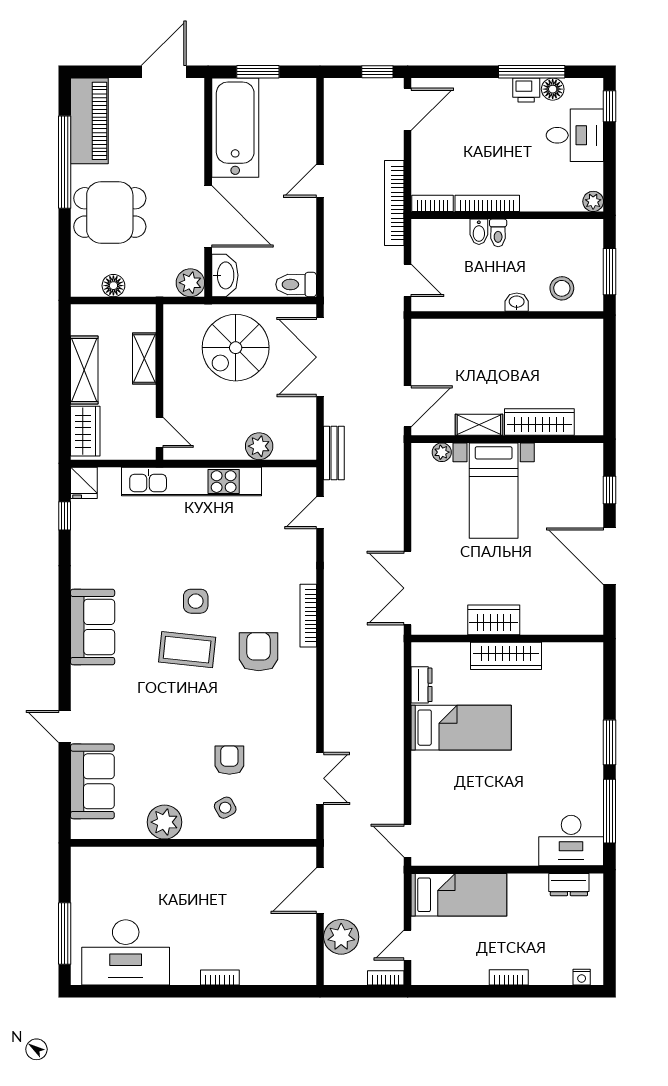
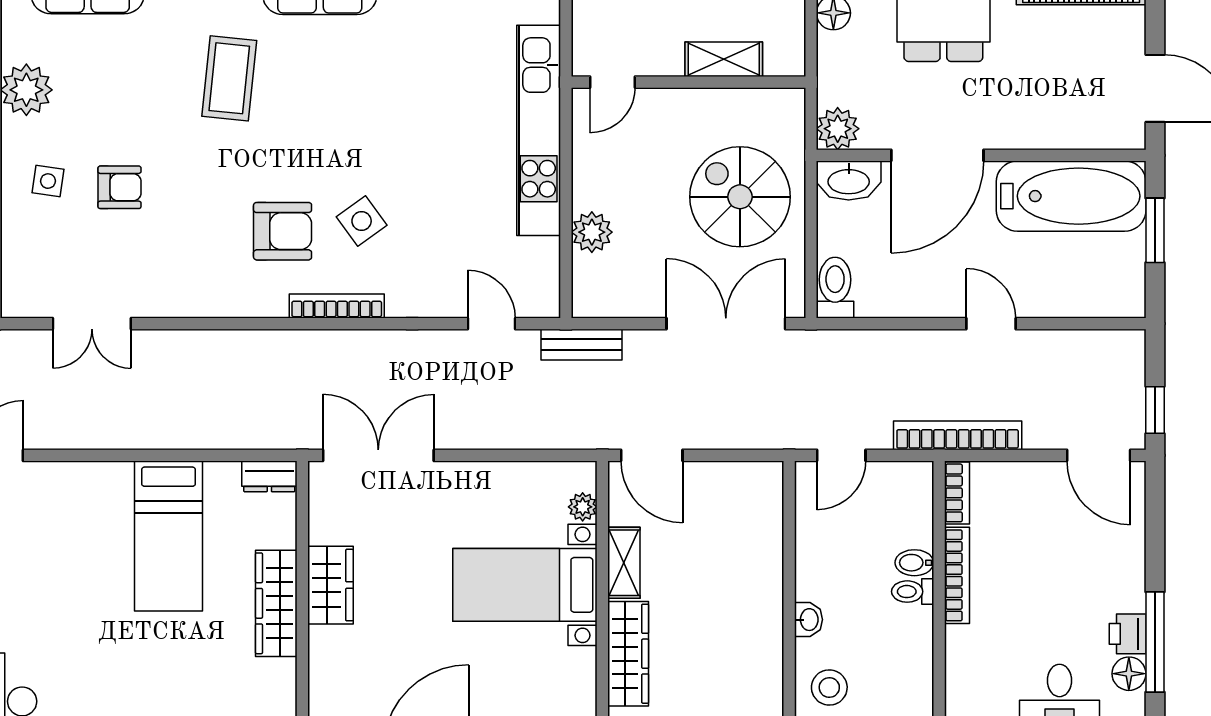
side table: (196, 601) -> (362, 221), moved, turned -36
coffee table: (187, 650) -> (229, 78), moved
dresser: (422, 685) -> (269, 476), moved
side table: (225, 808) -> (48, 181), turned 37

